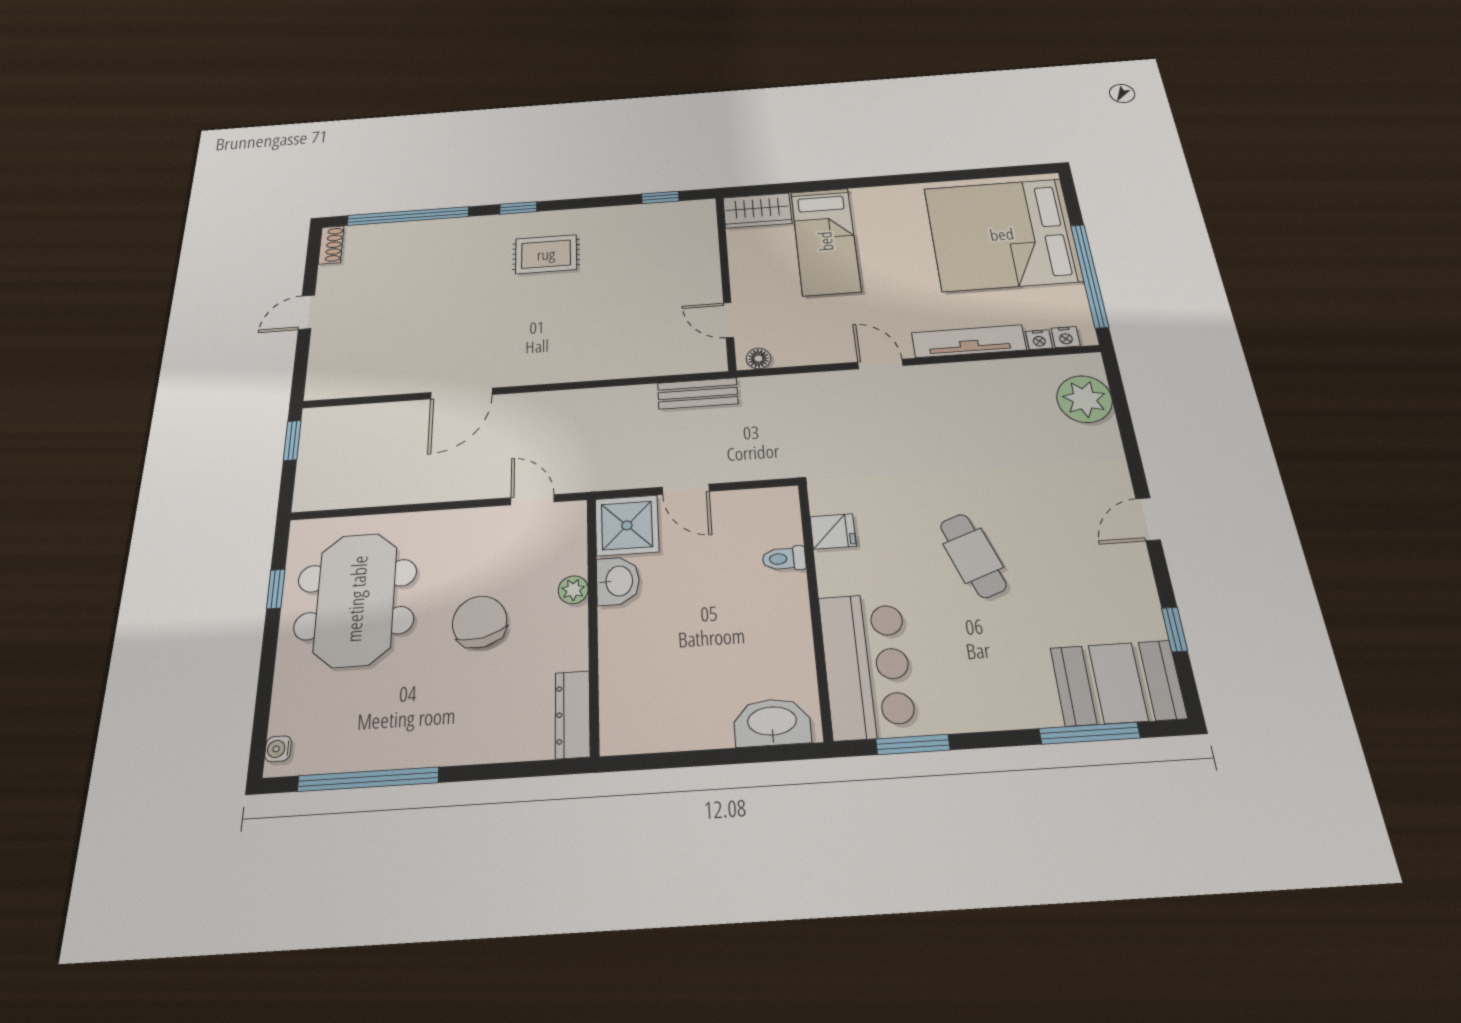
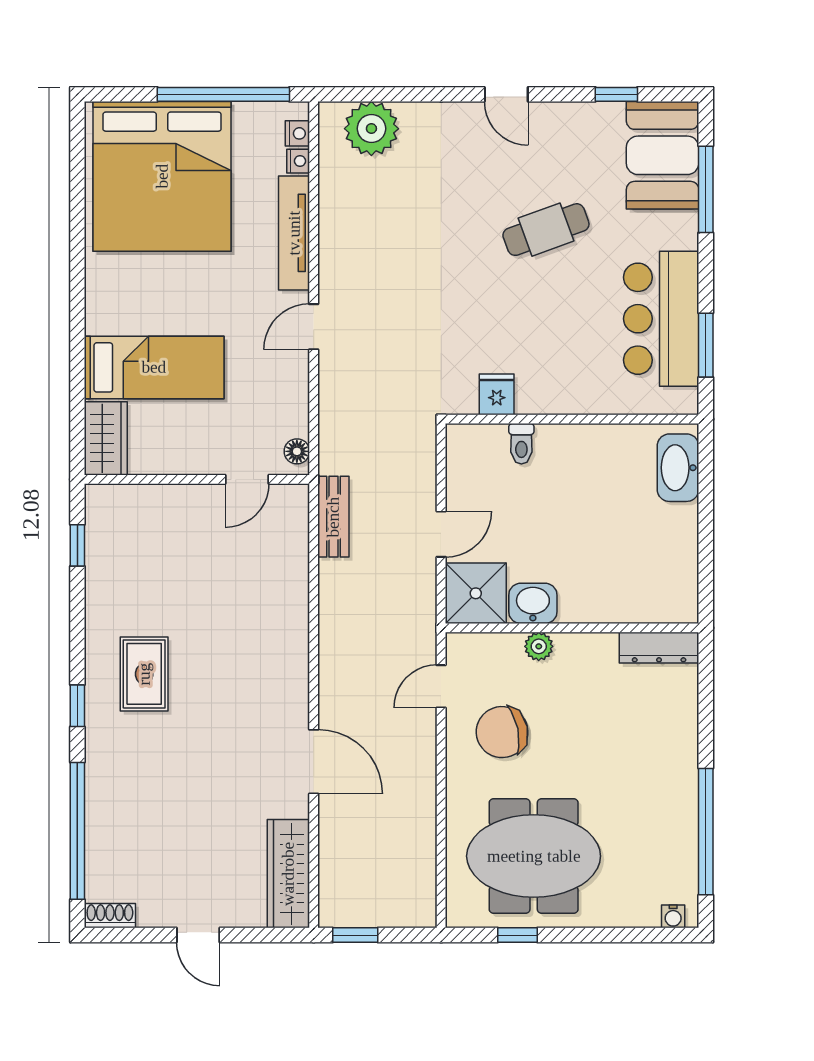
wardrobe: (356, 380) -> (288, 874), added
cafe table: (973, 556) -> (546, 230), moved
chair: (480, 622) -> (502, 732), moved
bar counter: (867, 665) -> (661, 319), moved, turned -90

